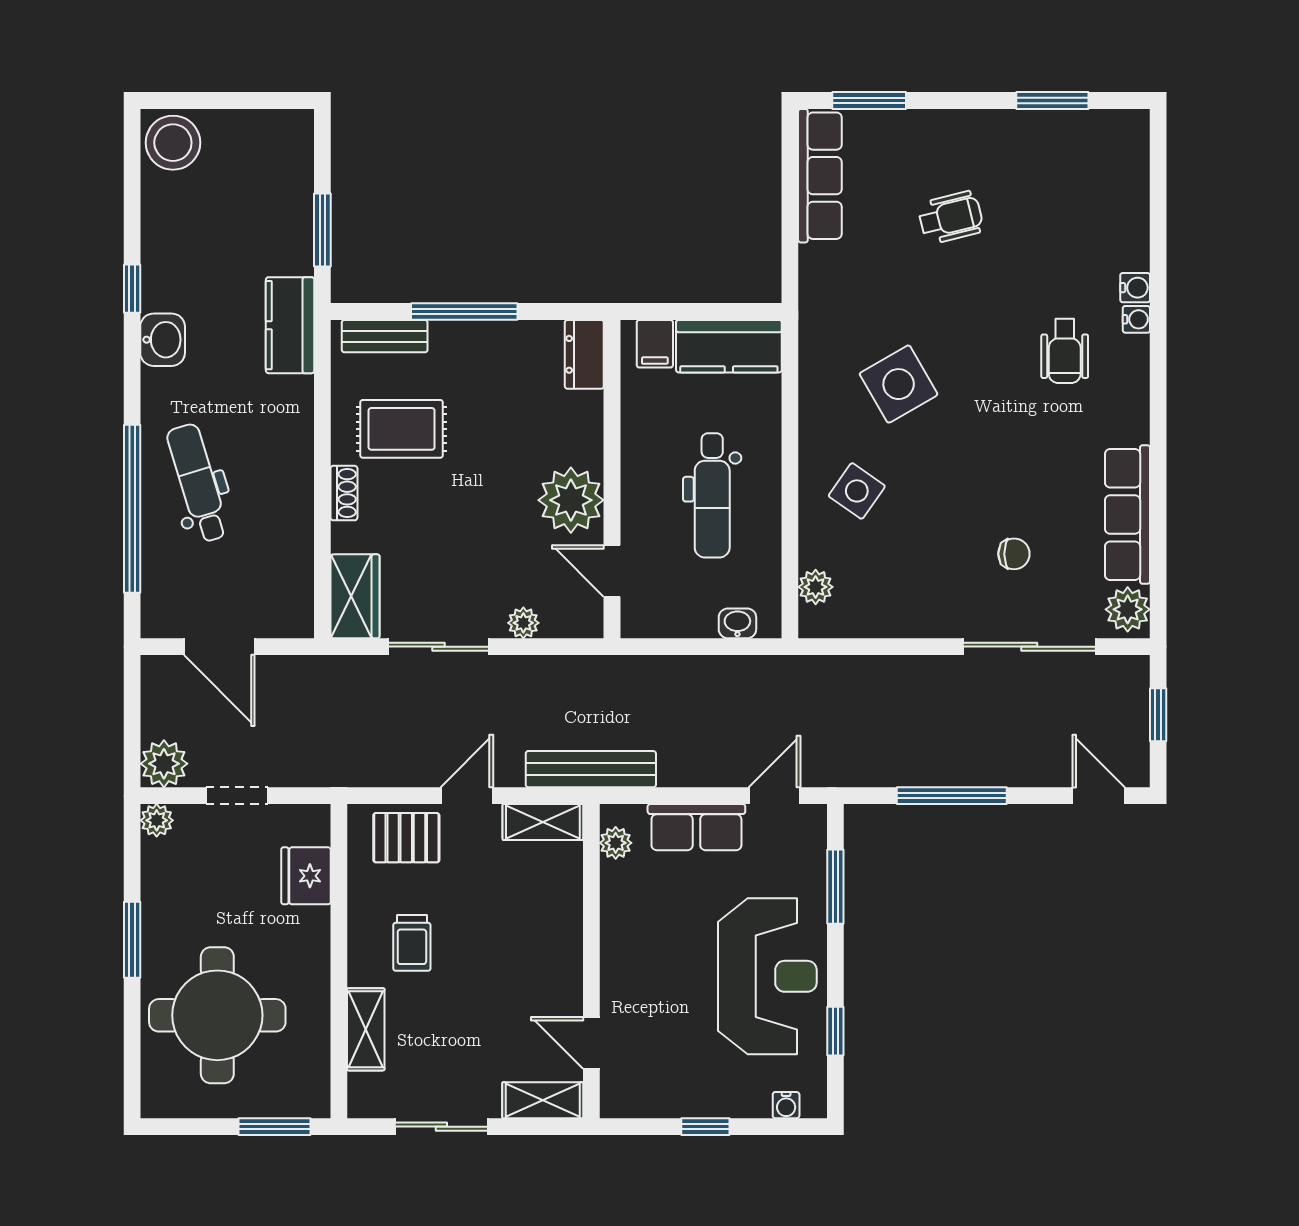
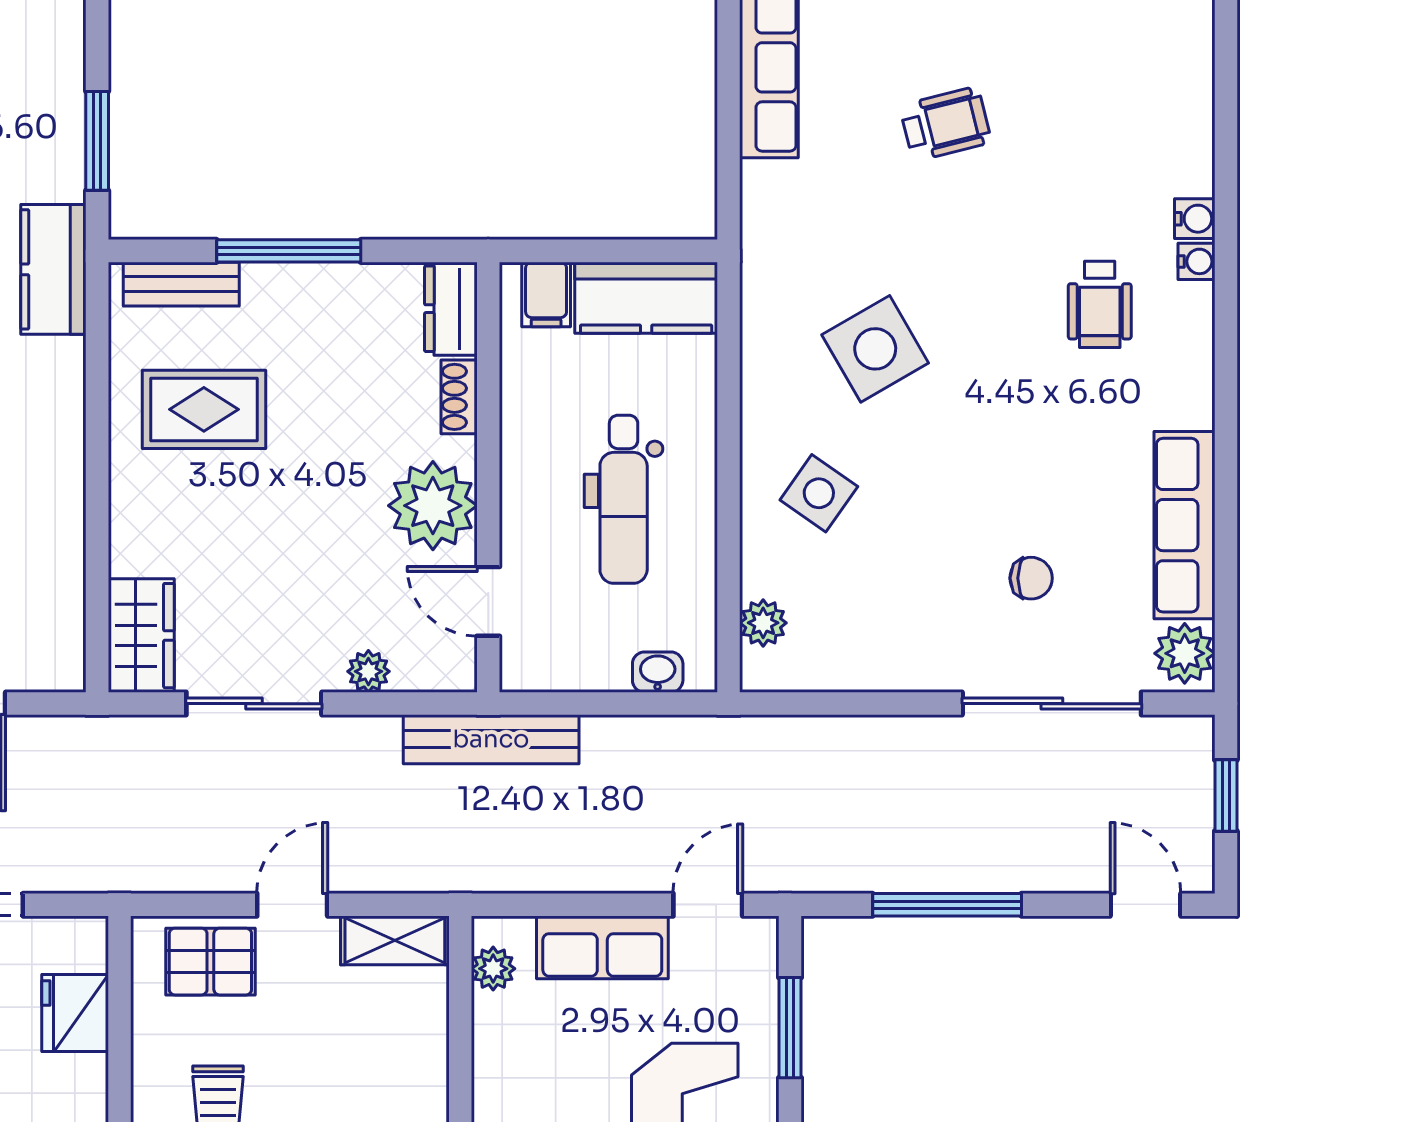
shoe rack: (344, 493) -> (459, 397), moved, turned 180
bench: (591, 769) -> (491, 739), moved

